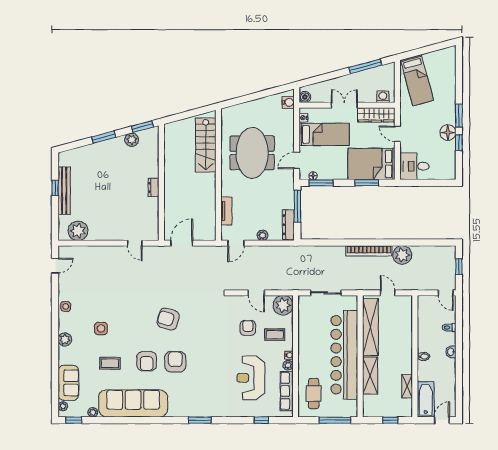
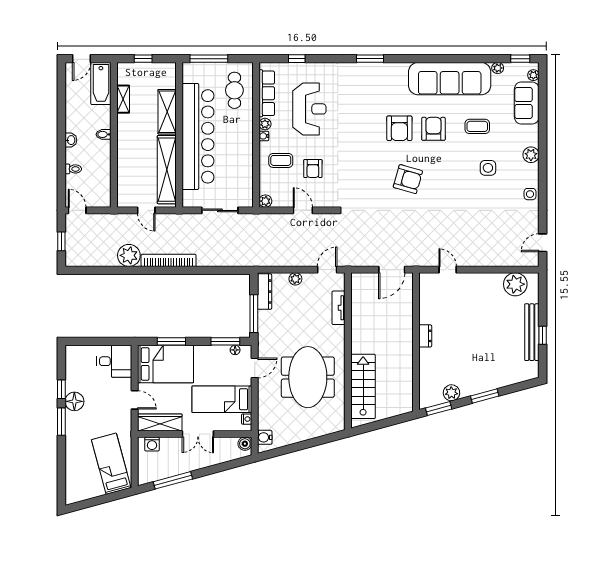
plant: (283, 305) -> (265, 201), width x0.53, depth x0.53

